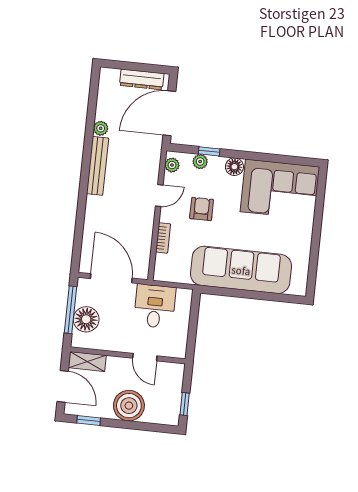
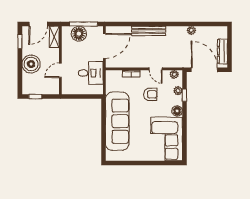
bench: (98, 166) -> (149, 31), moved

